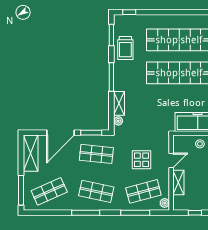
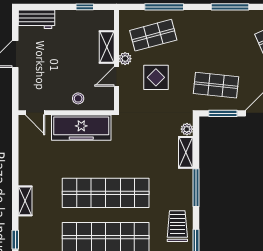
shop shelf: (96, 191) -> (216, 35), removed
plant: (165, 203) -> (125, 59), moved

